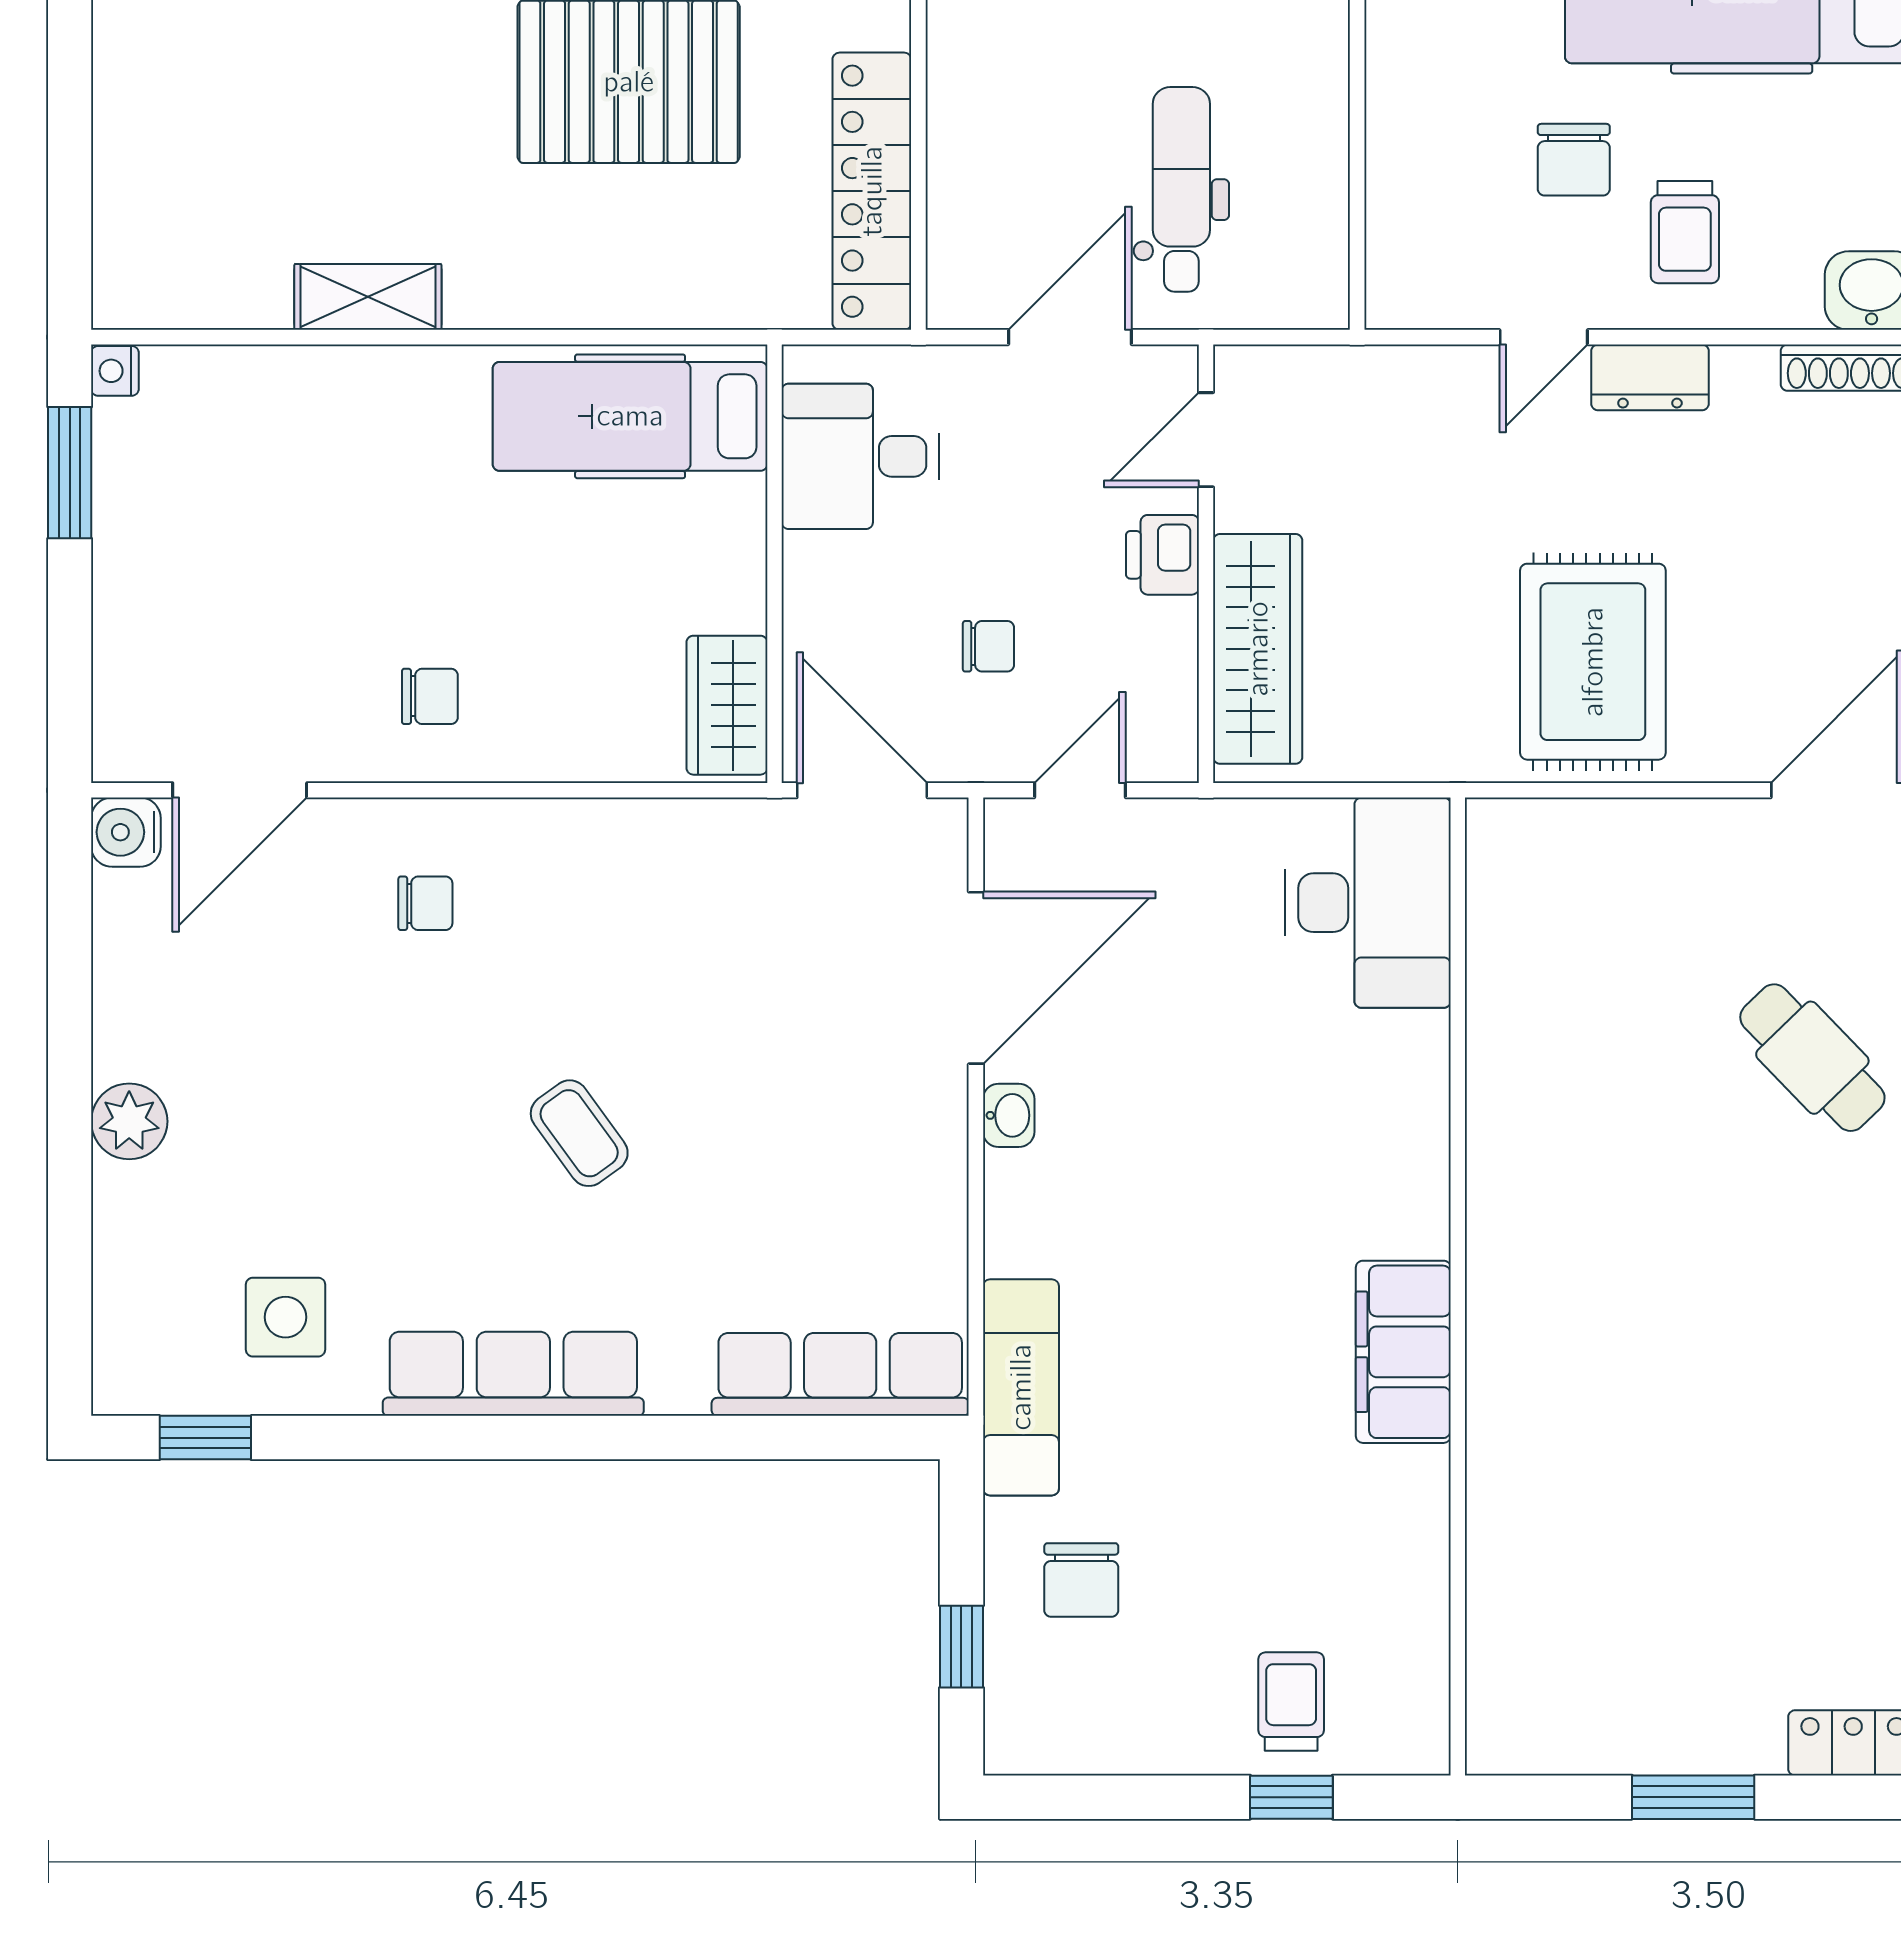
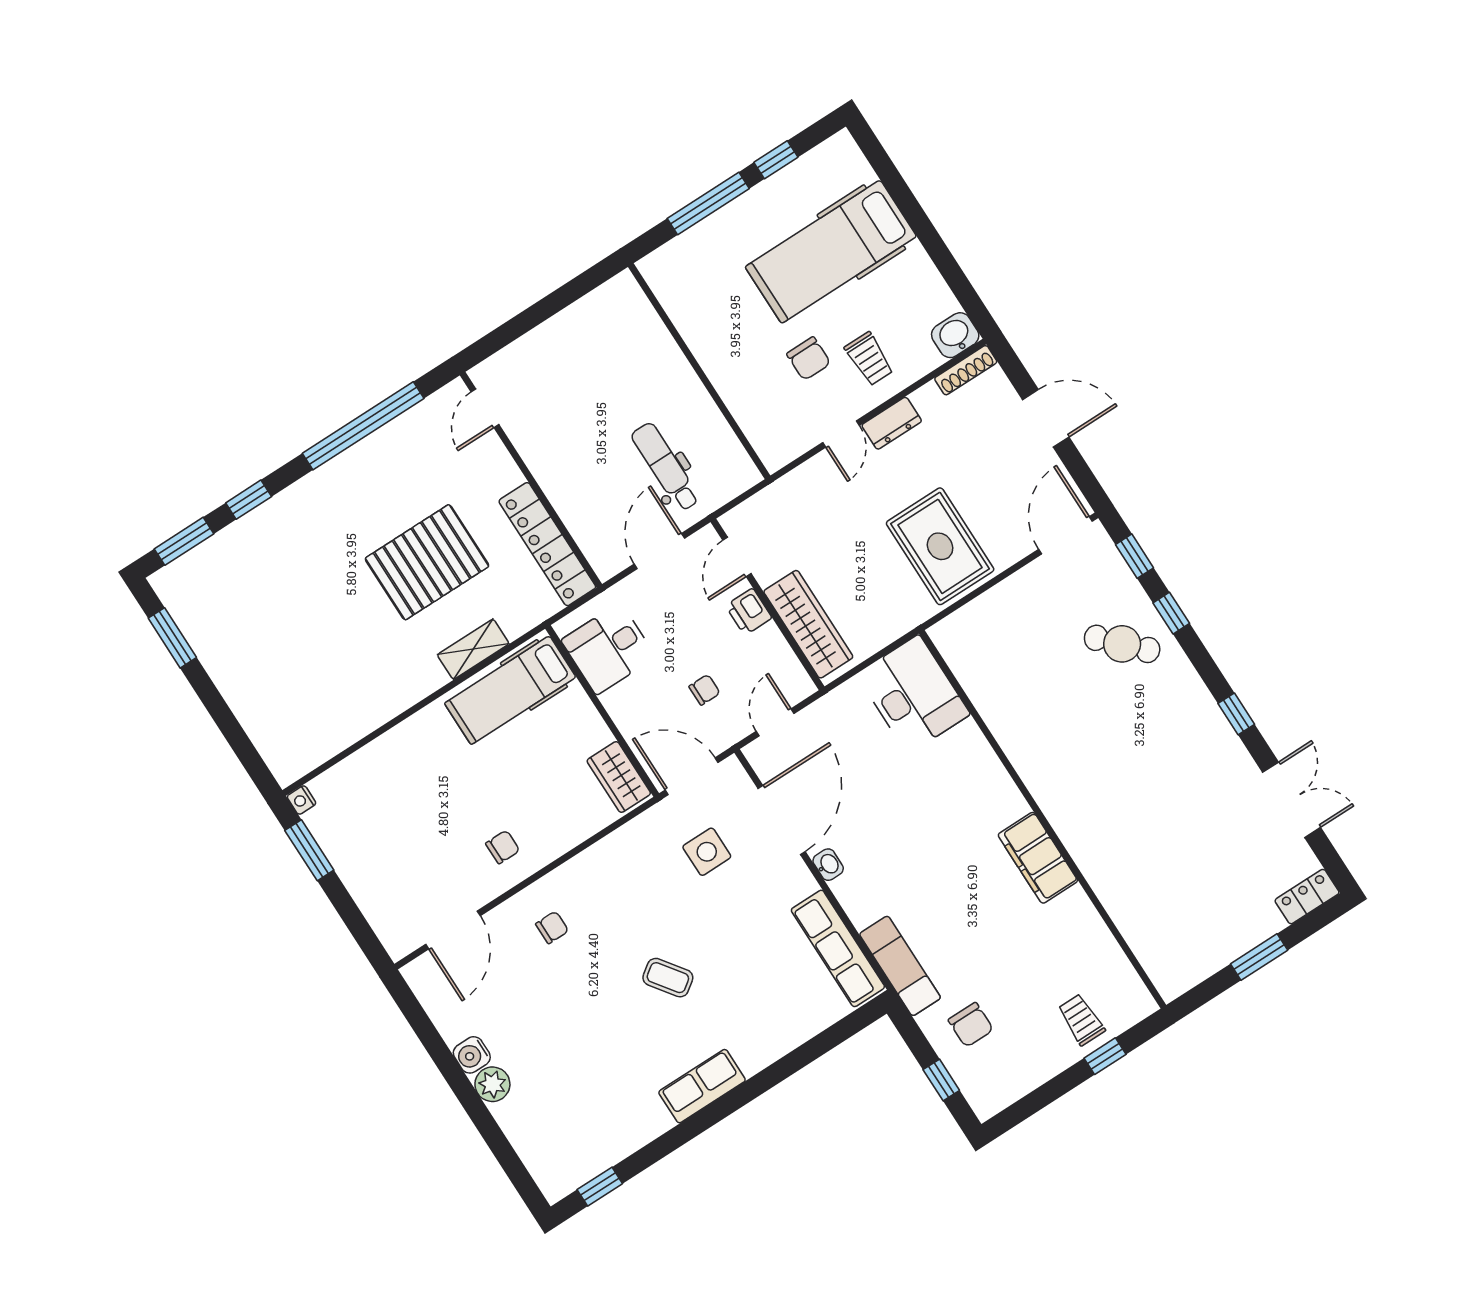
shelving: (368, 297) -> (473, 649), moved
water cooler: (126, 832) -> (472, 1055), moved
side table: (286, 1317) -> (707, 852), moved
row of seats: (513, 1374) -> (702, 1086), width x0.68
row of seats: (840, 1374) -> (838, 948), moved, turned -90

